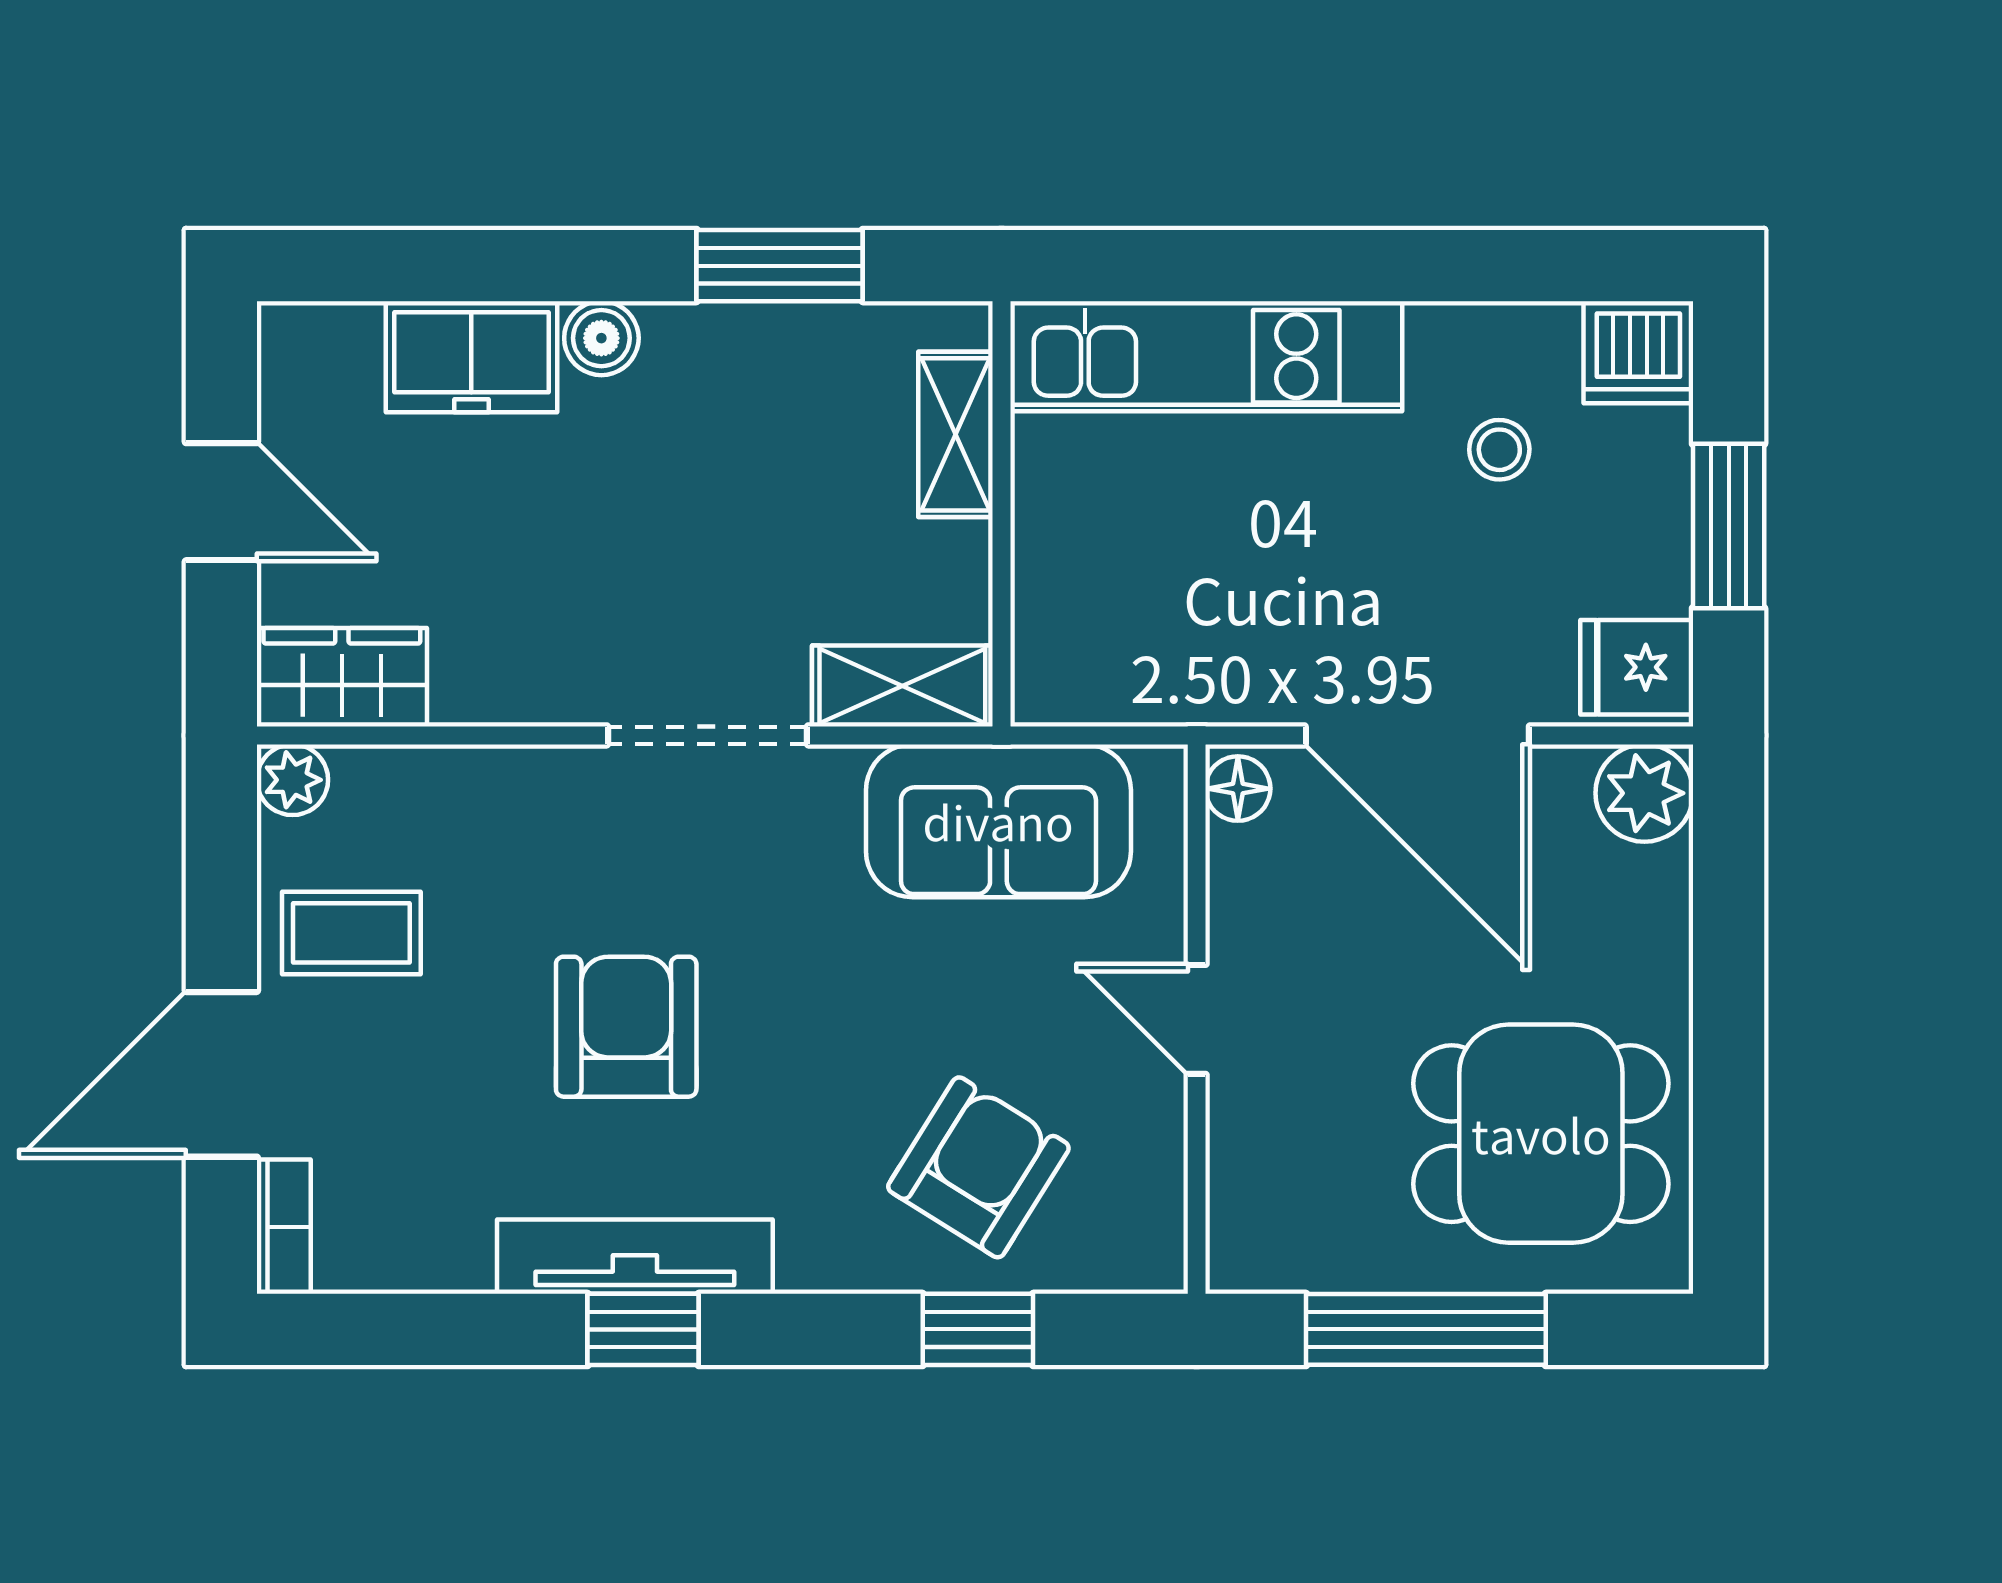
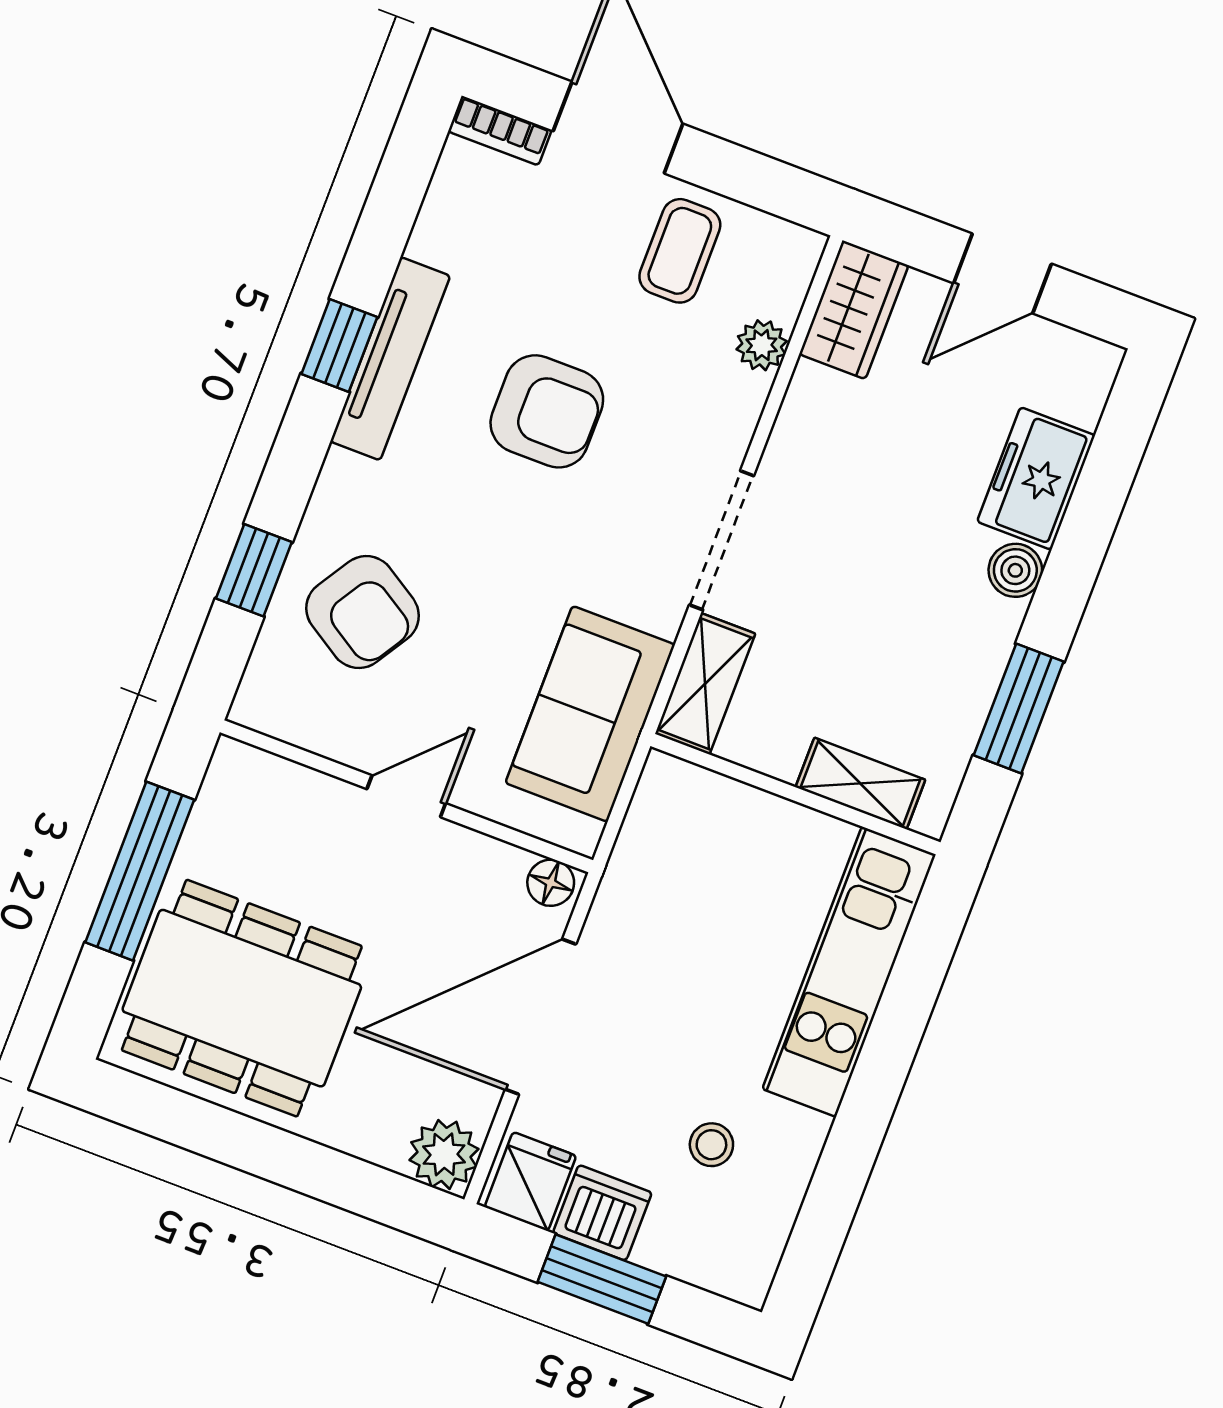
dishwasher: (1638, 352) -> (602, 1213), moved, turned 90
plant: (292, 780) -> (762, 345), moved
dining table: (1541, 1134) -> (242, 998), width x1.37

